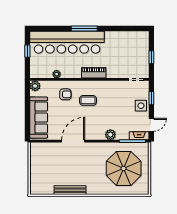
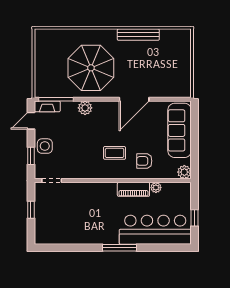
bar counter: (67, 42) -> (155, 230), width x0.73
piano: (94, 73) -> (133, 189), moved
parasol: (124, 168) -> (91, 68), moved

